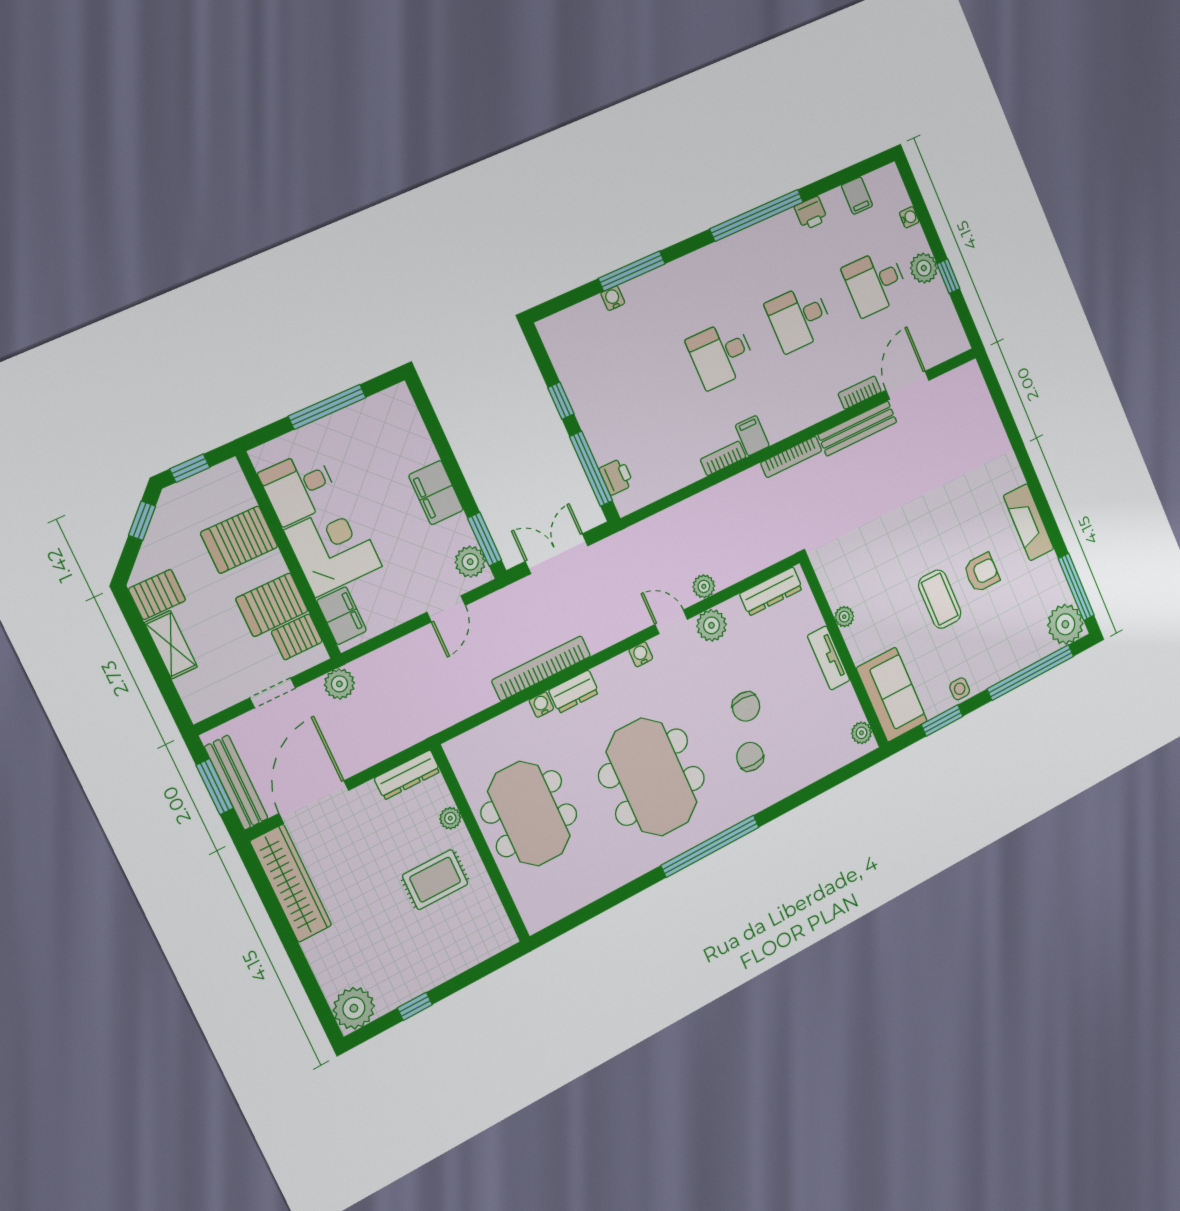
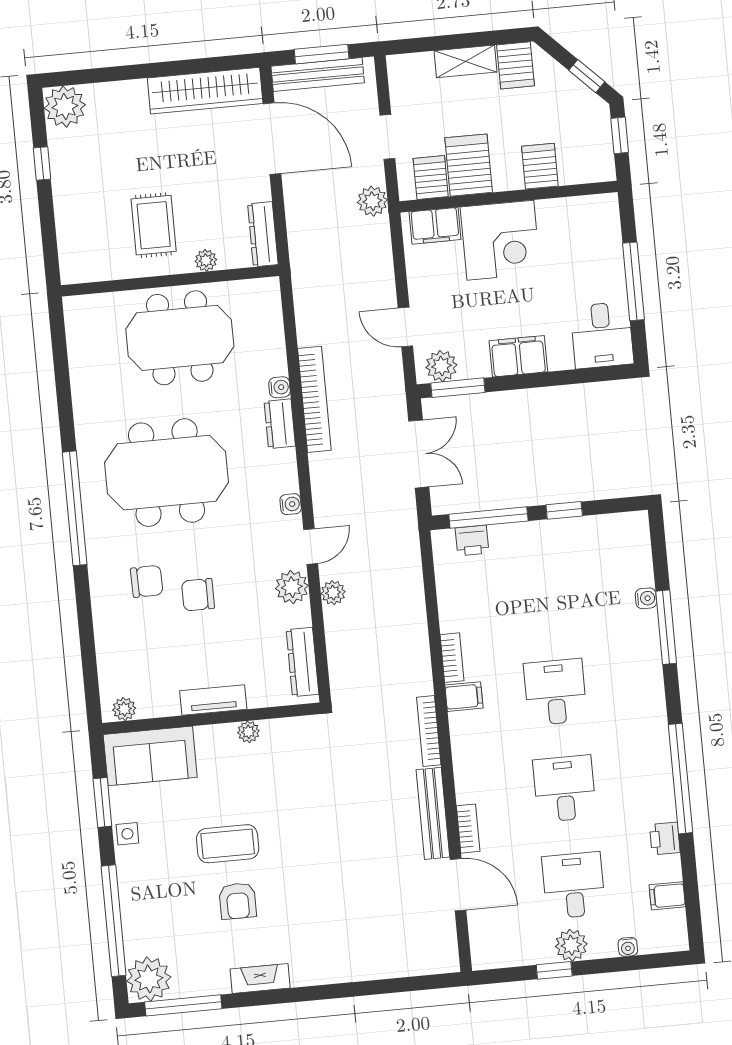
desk: (299, 487) -> (602, 335), moved, turned 180
fireplace: (1029, 522) -> (260, 978), width x0.73, depth x0.76
server rack: (239, 540) -> (540, 166), width x0.73, depth x0.70

